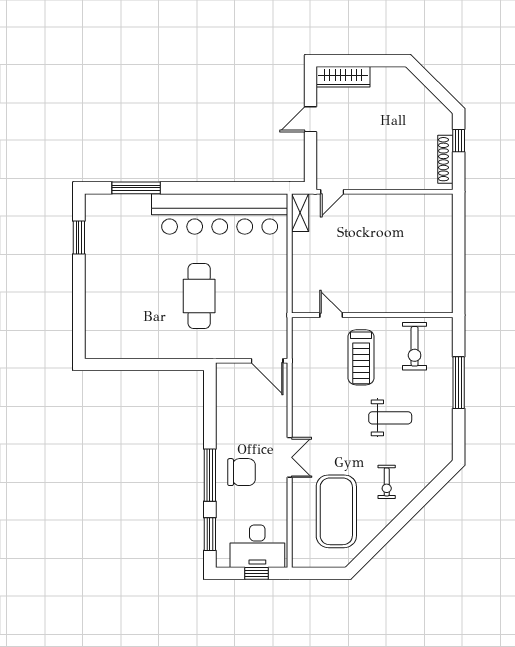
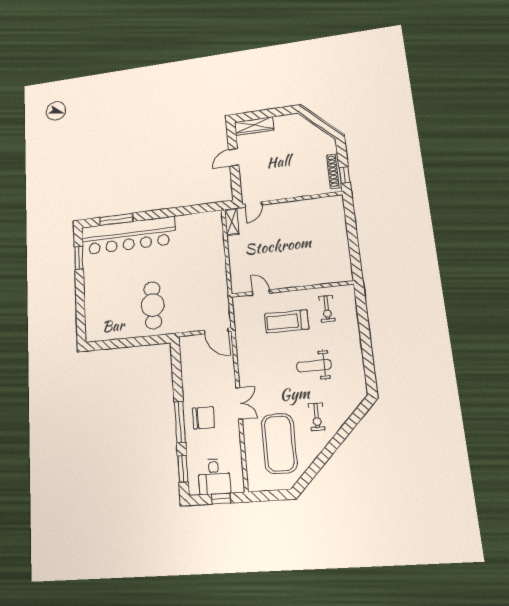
window: (459, 141) -> (345, 175), moved
bar counter: (220, 214) -> (128, 236), moved
cafe table: (199, 296) -> (153, 305), moved
exercise bike: (415, 346) -> (327, 309), width x0.73, depth x0.72
treadmill: (361, 357) -> (287, 321), turned 90
window: (459, 383) -> (365, 333), removed
weight bench: (390, 418) -> (314, 366), turned 180
desk: (257, 546) -> (214, 477), width x0.73

